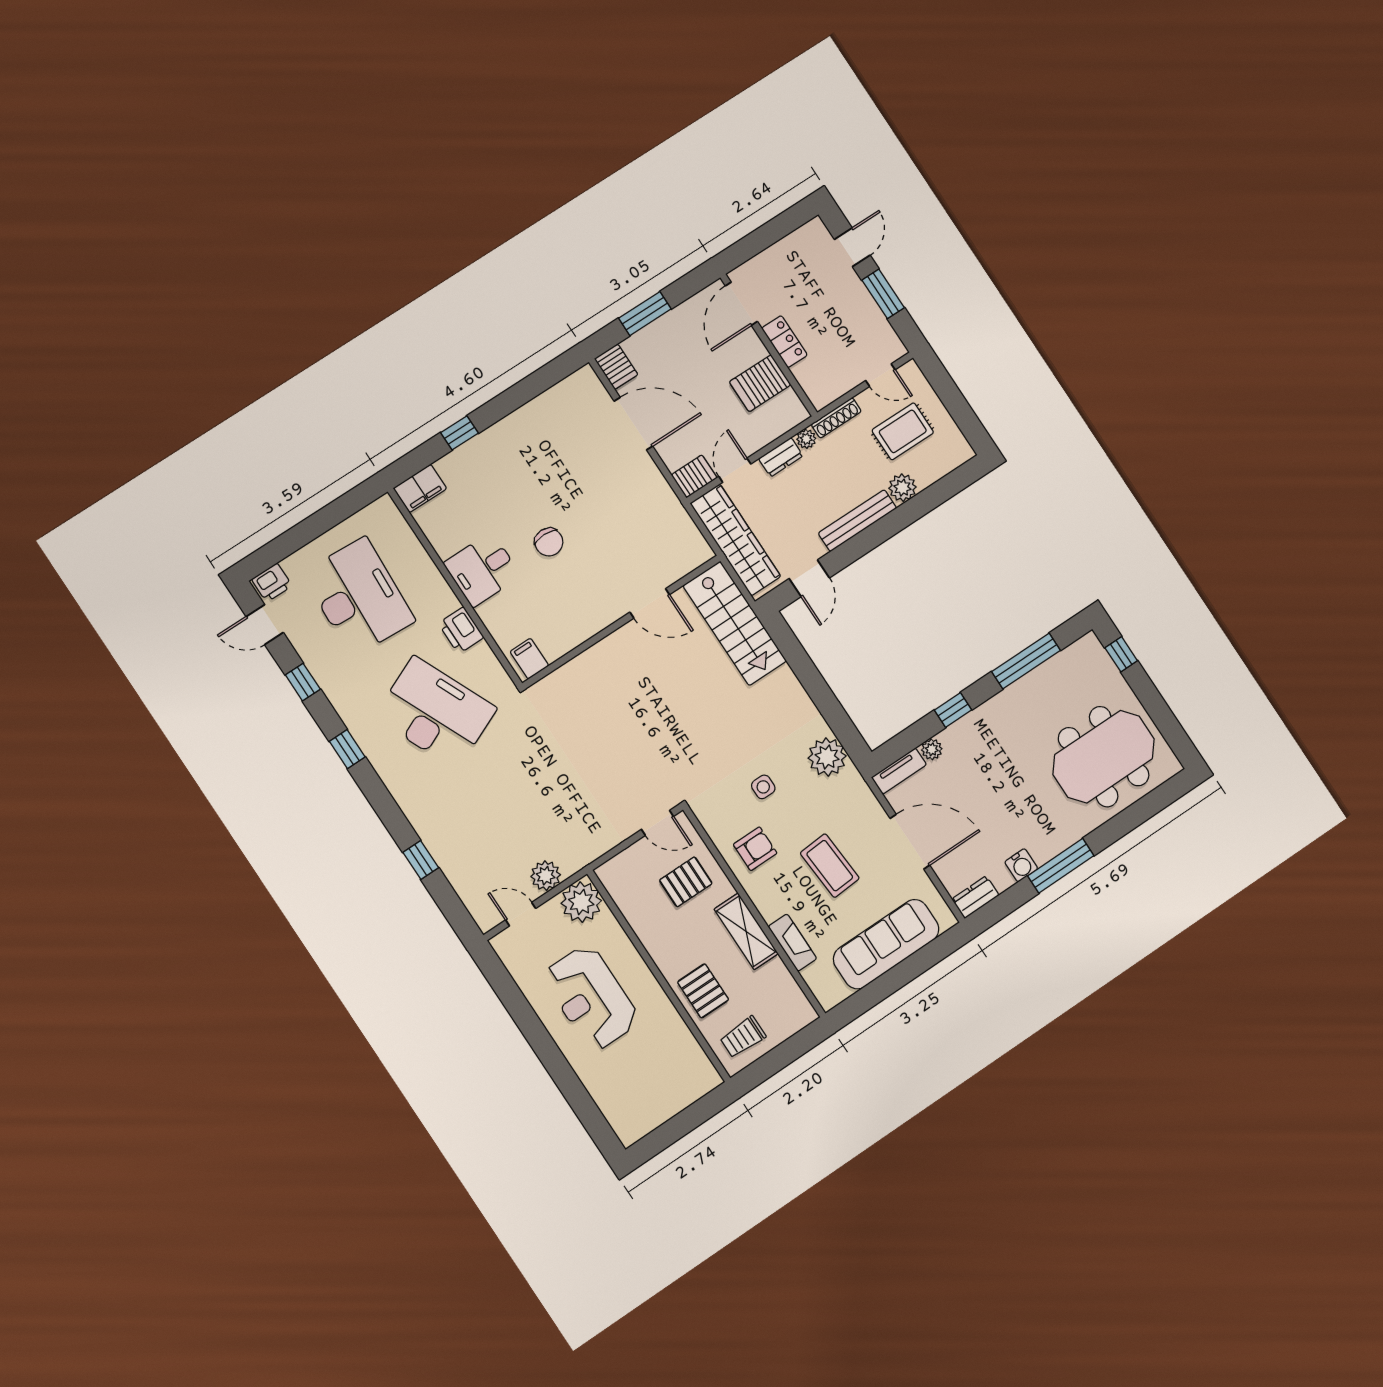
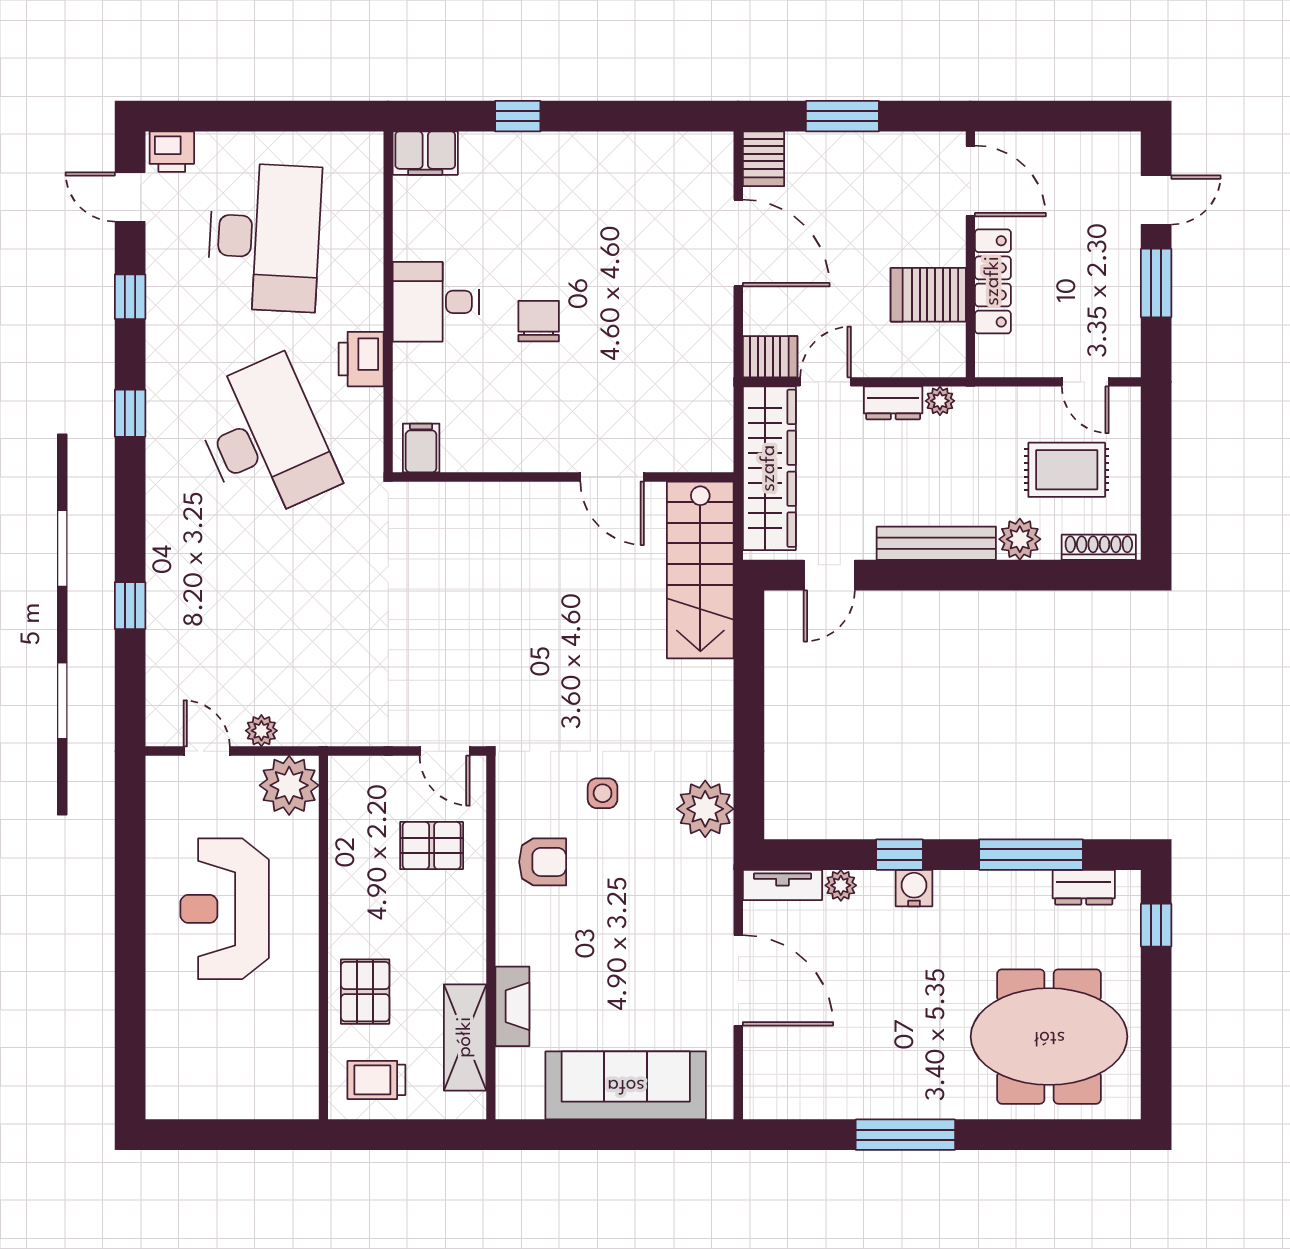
door: (741, 304) -> (970, 181), swing flipped
locker: (784, 342) -> (993, 281), width x1.53
shoe rack: (836, 418) -> (1099, 547), moved, turned 180
chair: (549, 542) -> (539, 321), turned 180
water cooler: (1021, 865) -> (914, 888), moved, turned 180
coffee table: (830, 866) -> (620, 943), removed
plant: (546, 876) -> (261, 731), width x0.73, depth x0.73
dresser: (975, 897) -> (1084, 887), moved, turned 180
shelving: (746, 931) -> (465, 1037), moved

